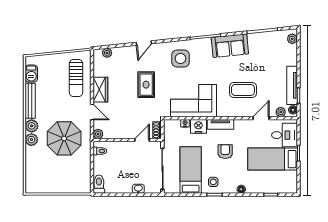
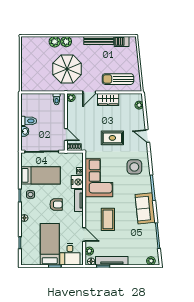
plant: (32, 126) -> (55, 42), moved
toilet: (99, 184) -> (29, 121), moved

